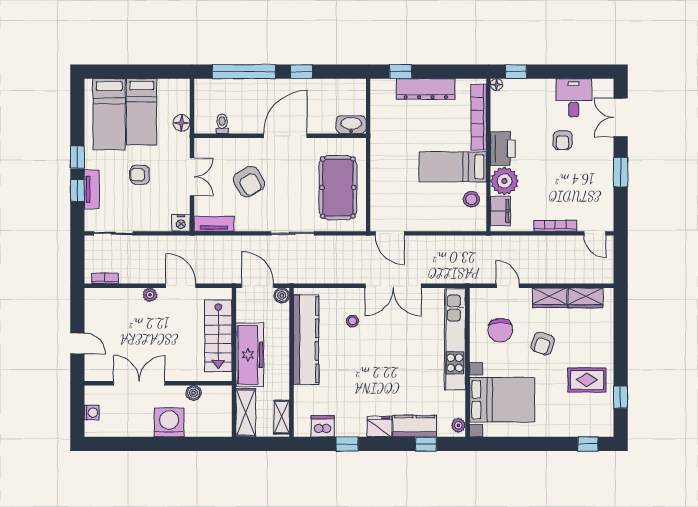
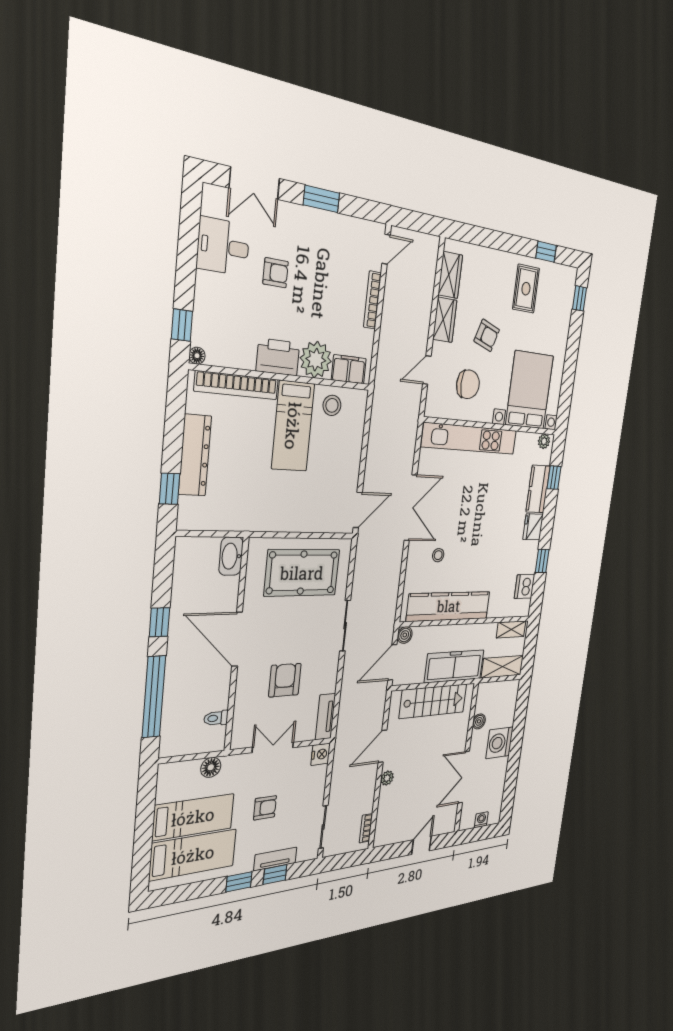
armchair: (140, 175) -> (265, 808), turned -90
armchair: (249, 182) -> (285, 680), turned -60

